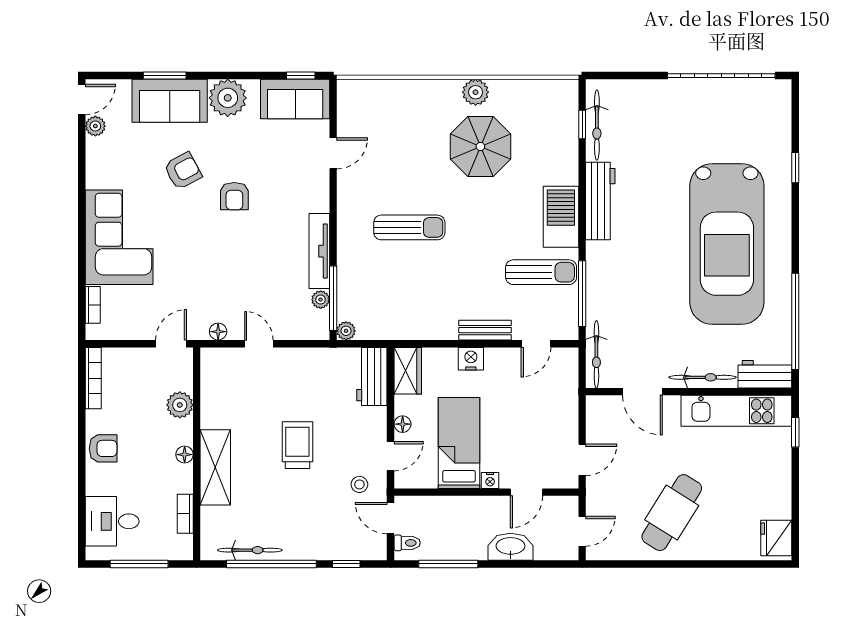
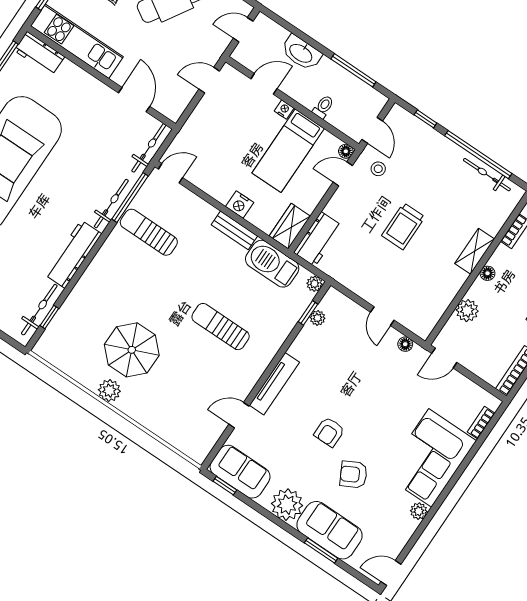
plant: (95, 126) -> (419, 511), moved
armchair: (234, 196) -> (329, 432), turned 180
barbecue: (561, 217) -> (272, 264), moved, turned 90
tv unit: (319, 251) -> (274, 384), moved
window: (333, 298) -> (308, 313), width x0.46
bench: (485, 330) -> (234, 230), moved
door: (536, 344) -> (170, 173), moved
bicycle: (703, 377) -> (111, 204), moved, turned 90
floor lamp: (403, 424) -> (346, 151), moved
shelving: (215, 467) -> (475, 251), width x0.67, depth x0.75
toilet: (407, 543) -> (323, 107), moved, turned 90

